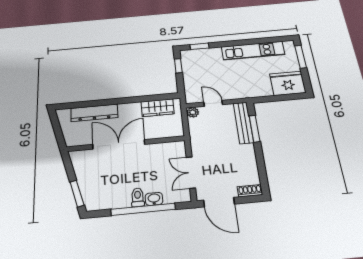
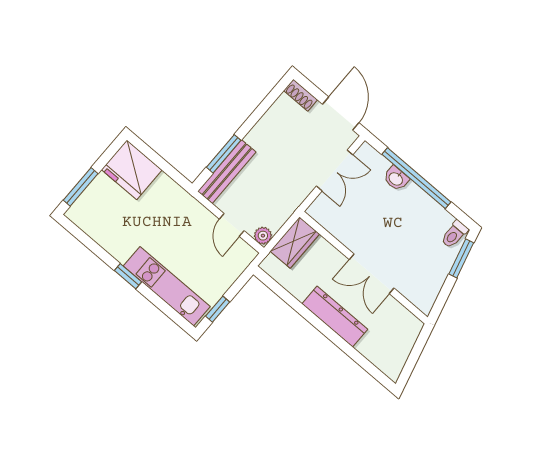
window: (200, 46) -> (128, 276), moved
kitchen unit: (253, 51) -> (167, 286), moved
wardrobe: (158, 108) -> (295, 243), moved, turned 90
dresser: (94, 113) -> (335, 316), moved
double door: (119, 144) -> (372, 274), width x0.73
toilet: (138, 197) -> (454, 234), moved

